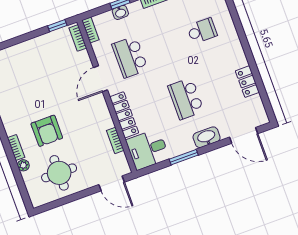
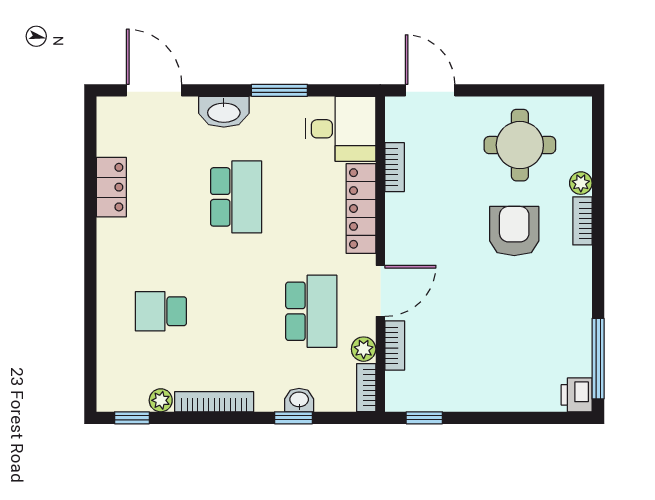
bookcase: (78, 38) -> (395, 346), moved
plant: (98, 48) -> (364, 349), added

